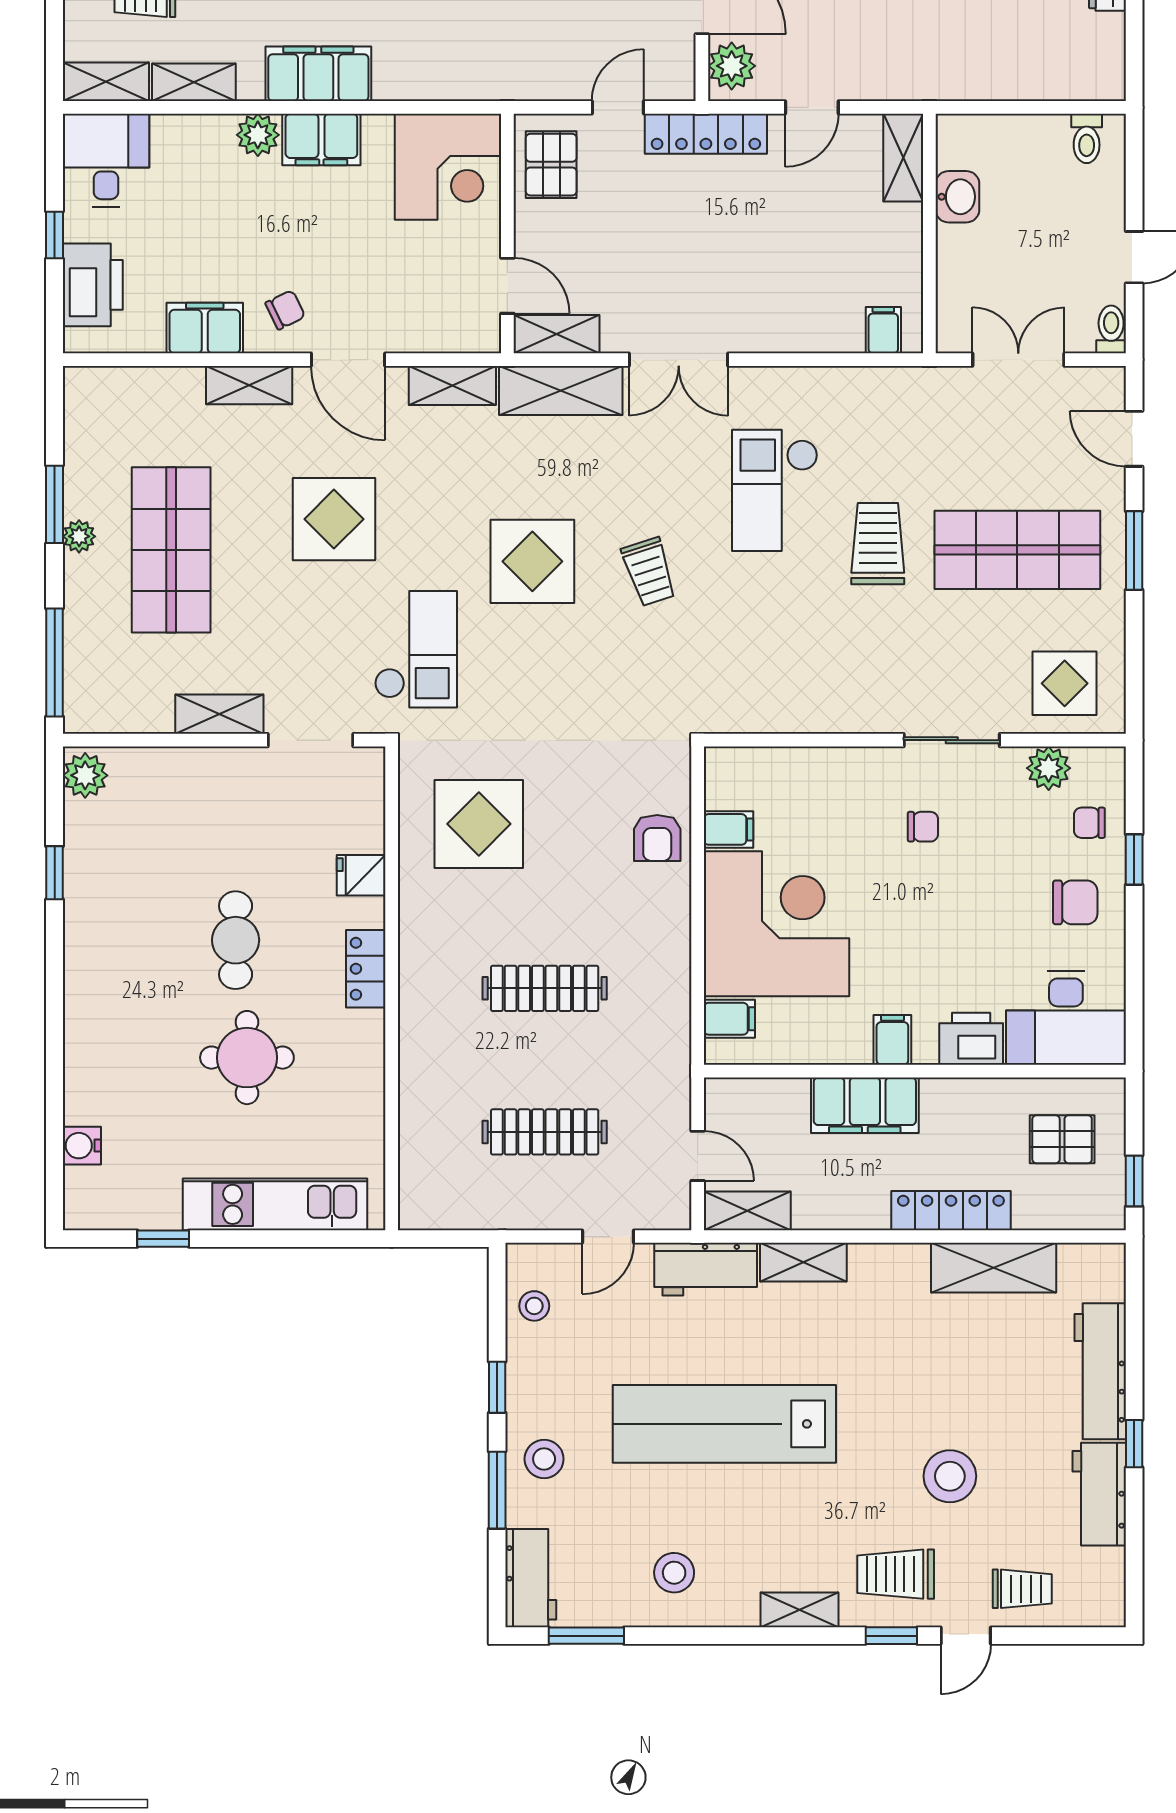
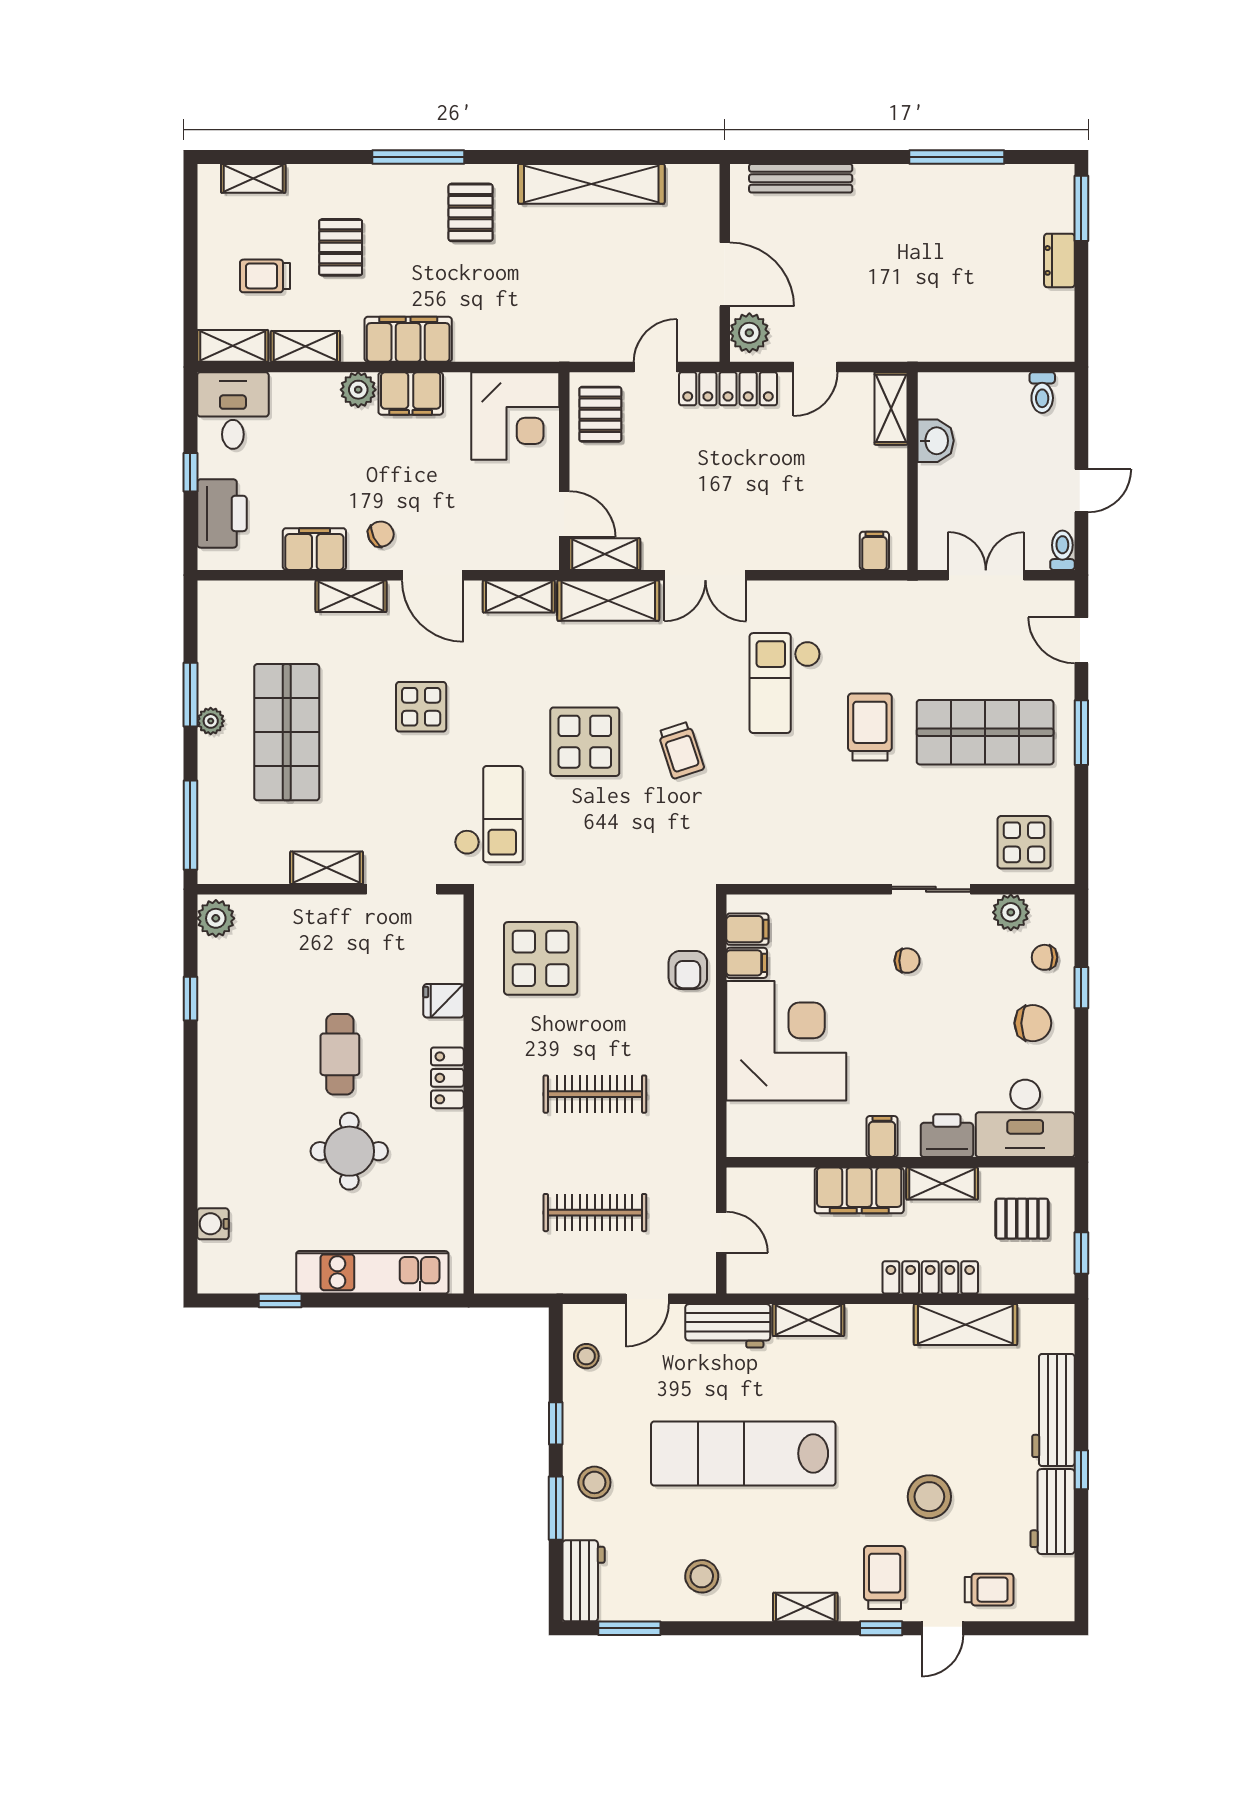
display table: (334, 519) -> (421, 707), width x0.73, depth x0.73
filing cabinet: (729, 1019) -> (747, 929), moved
shelving: (747, 1211) -> (942, 1184), moved
trolley: (896, 1574) -> (885, 1578), turned 90

